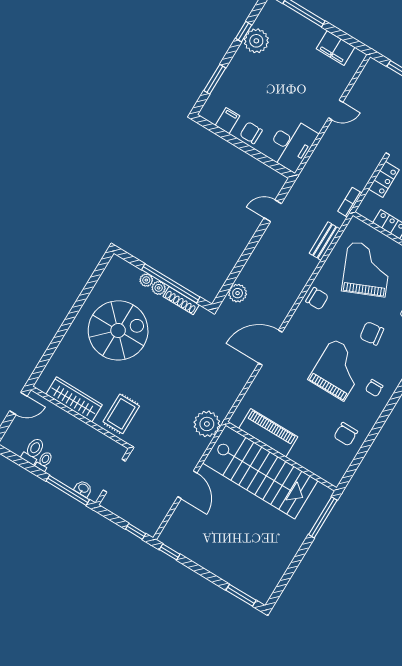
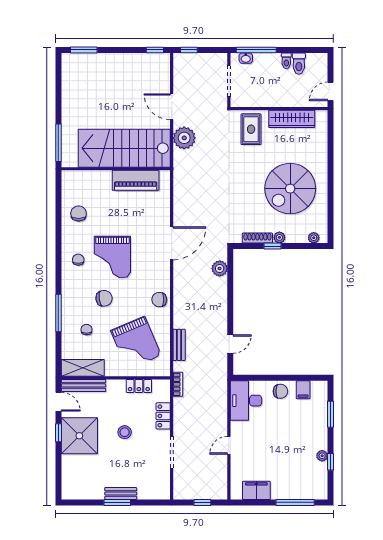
plant: (256, 41) -> (322, 456), width x0.53, depth x0.53
plant: (146, 280) -> (314, 238), moved
window: (171, 283) -> (273, 246), width x0.32
plant: (207, 424) -> (184, 138), moved

